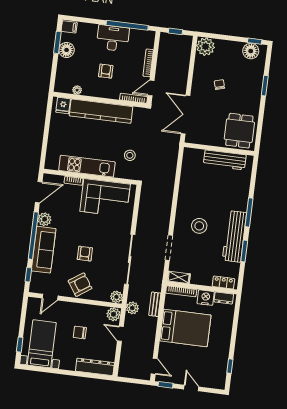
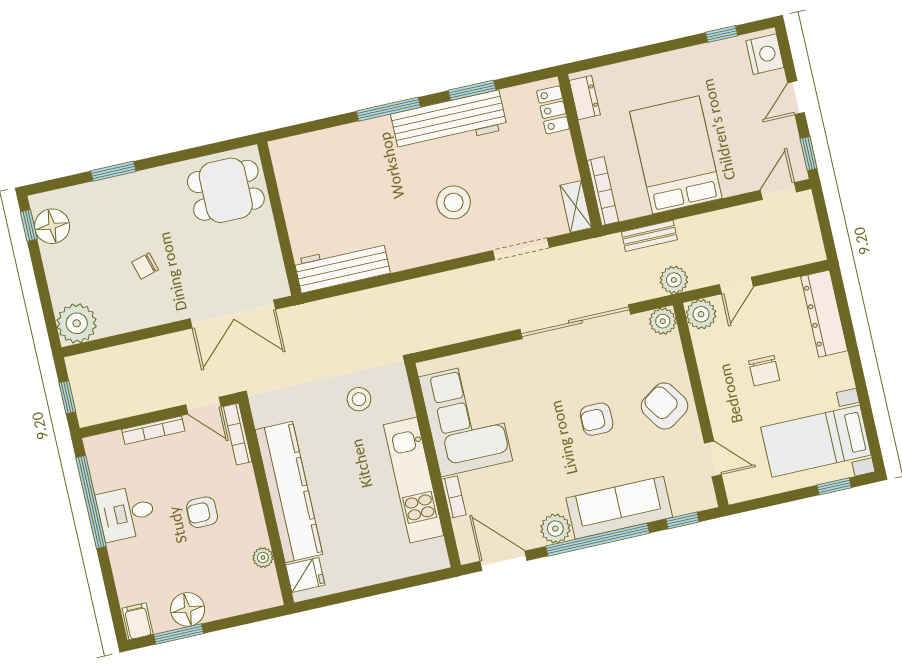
desk: (113, 38) -> (126, 513), width x0.73
workbench: (225, 160) -> (342, 267), moved, turned -90
nightstand: (206, 298) -> (765, 54), moved, turned 180

